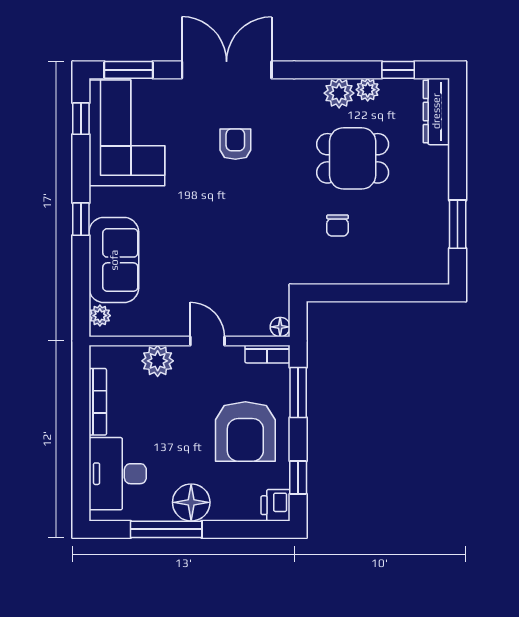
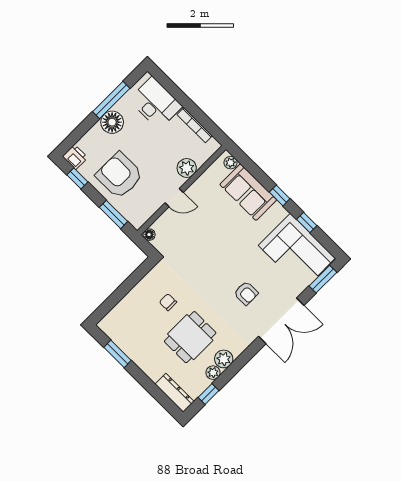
window: (81, 119) -> (307, 223), moved
bookcase: (267, 354) -> (143, 218), removed

